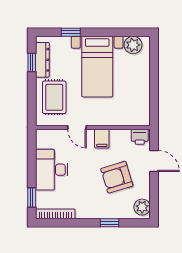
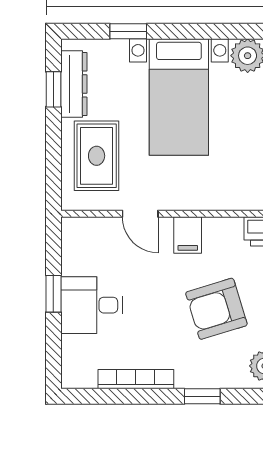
desk: (52, 170) -> (92, 305), width x0.73
window: (32, 198) -> (53, 294), moved
bookcase: (55, 214) -> (136, 379), moved

